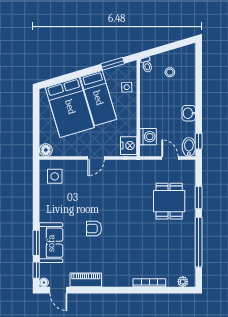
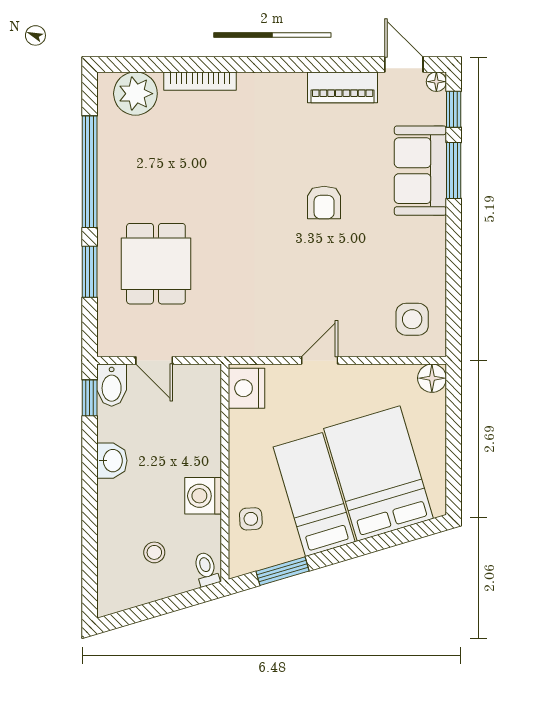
washing machine: (148, 137) -> (203, 496), moved
armchair: (94, 229) -> (324, 202), turned 90
plant: (183, 282) -> (135, 94), width x1.88, depth x1.88

